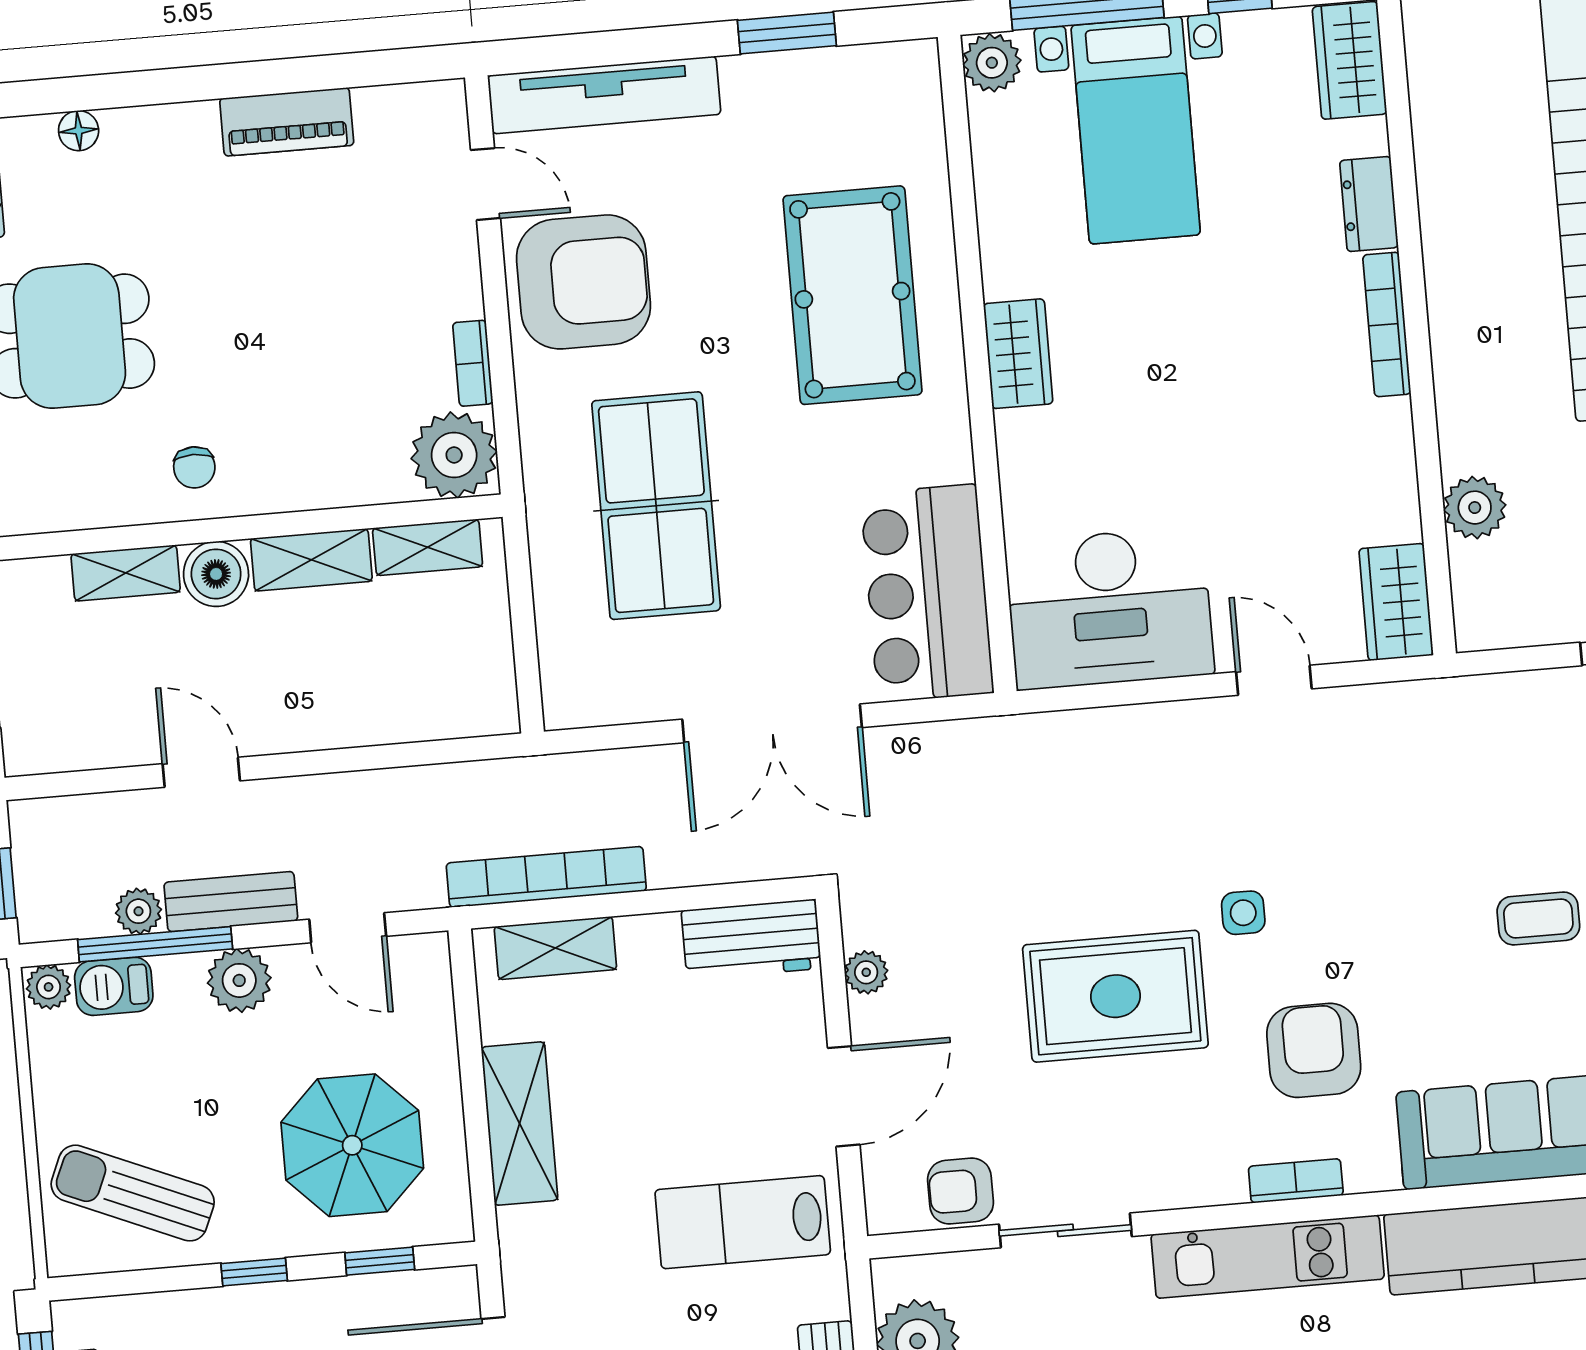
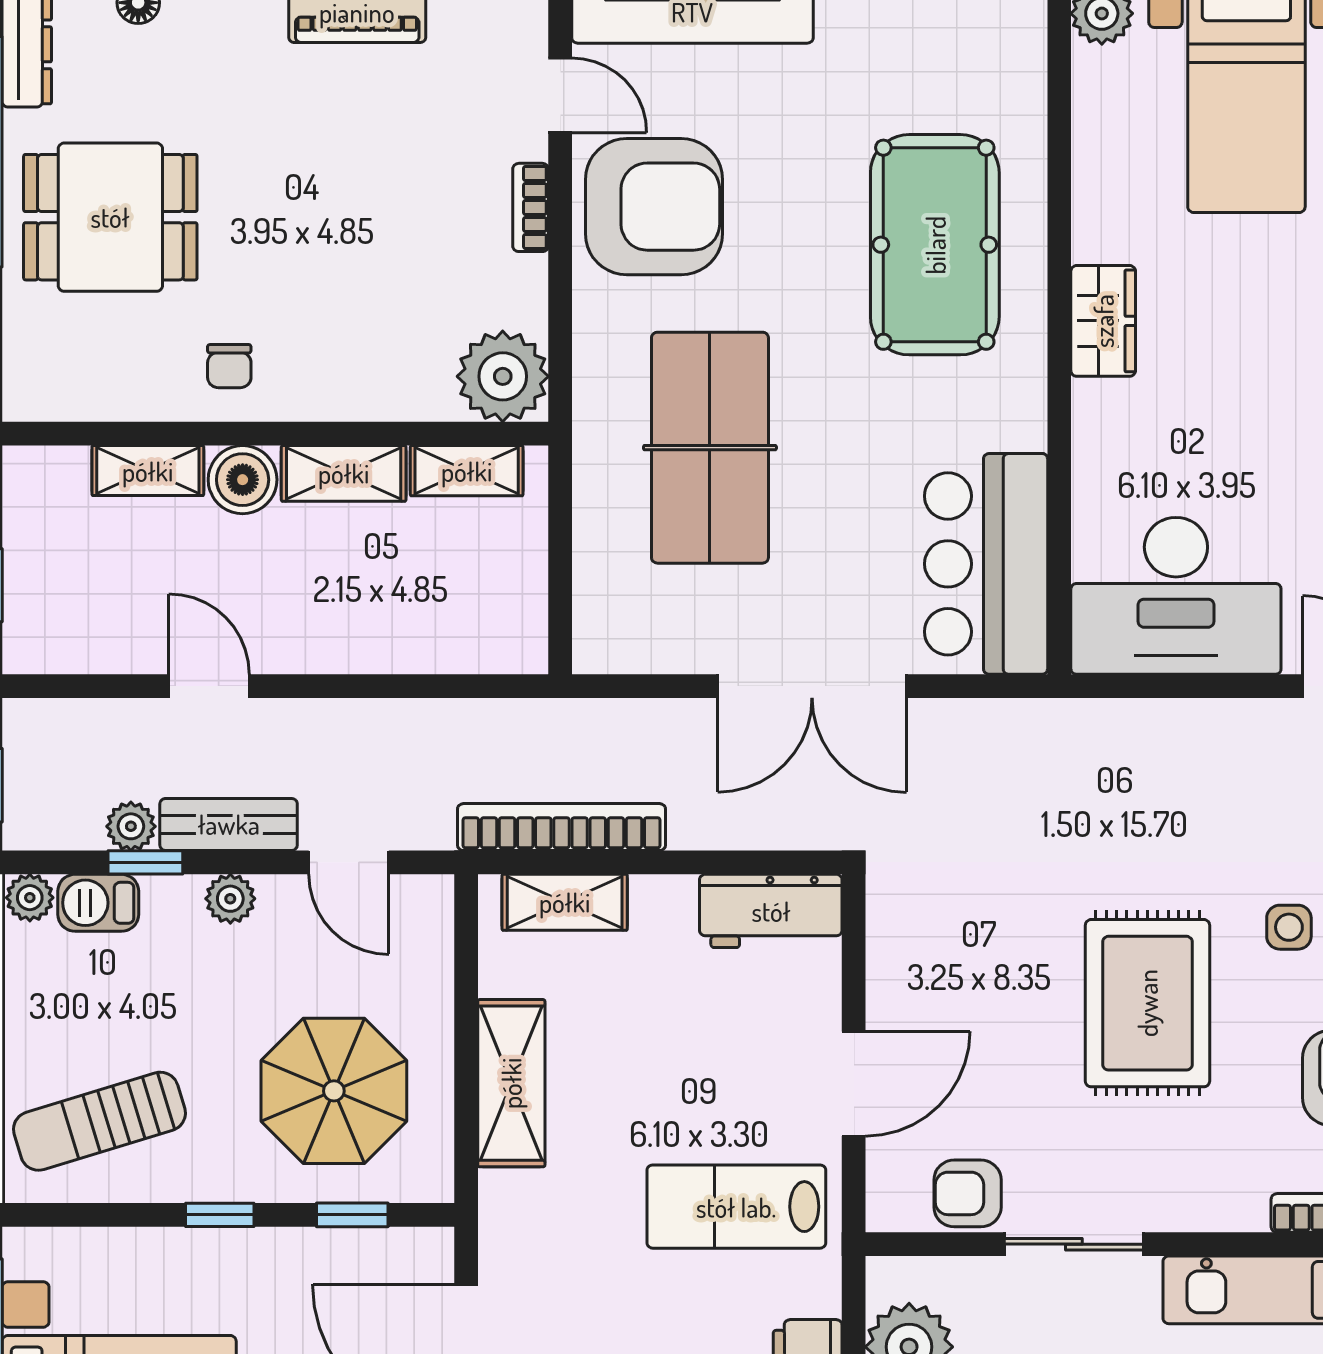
bookcase: (473, 363) -> (531, 207), moved
window: (155, 944) -> (145, 862), width x0.46
plant: (866, 972) -> (888, 956), removed
plant: (239, 980) -> (230, 899), width x0.73, depth x0.73
rug: (1115, 996) -> (1147, 1003), turned 90
sun lounger: (133, 1193) -> (99, 1121), turned -40

